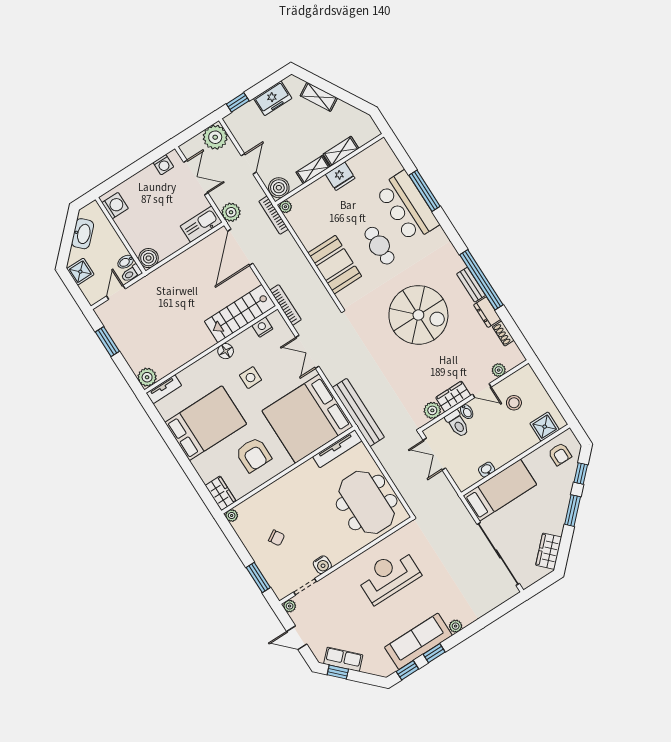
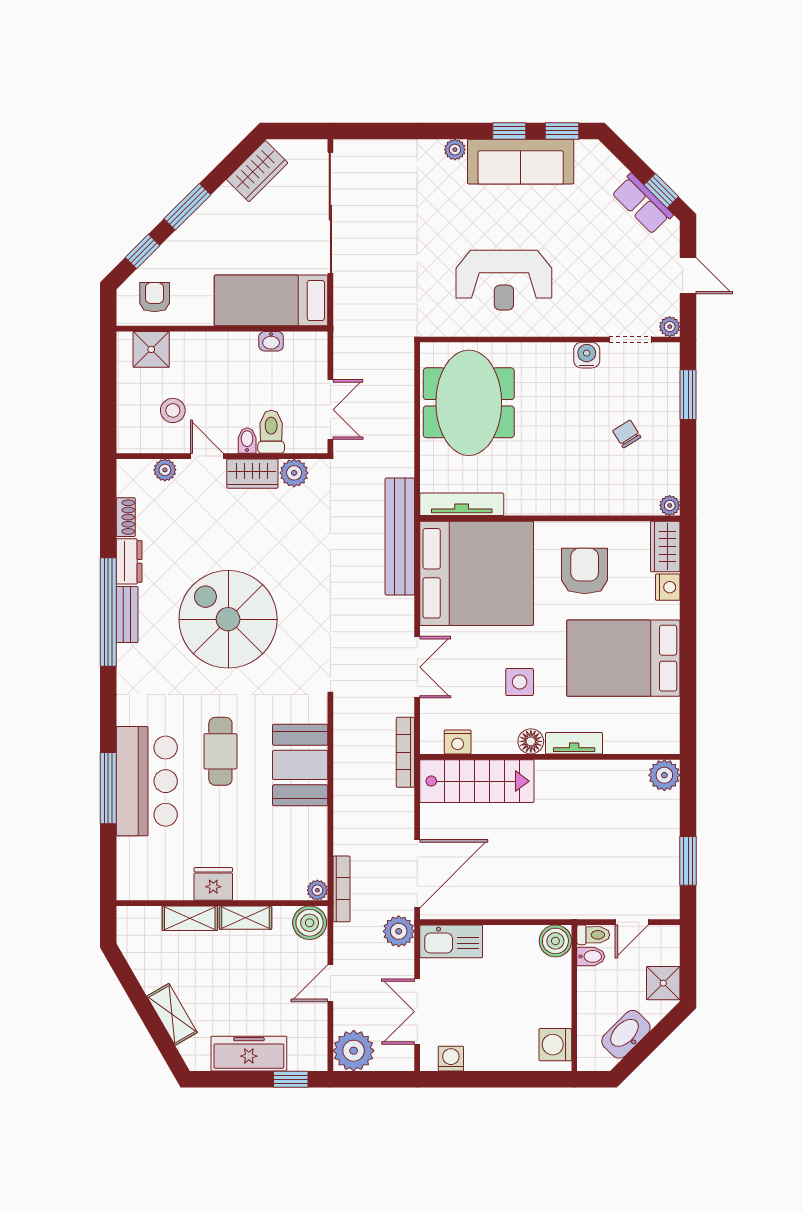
freezer: (273, 98) -> (249, 1054), width x1.40
tv unit: (164, 389) -> (574, 743), moved
nightstand: (206, 473) -> (668, 587), added

